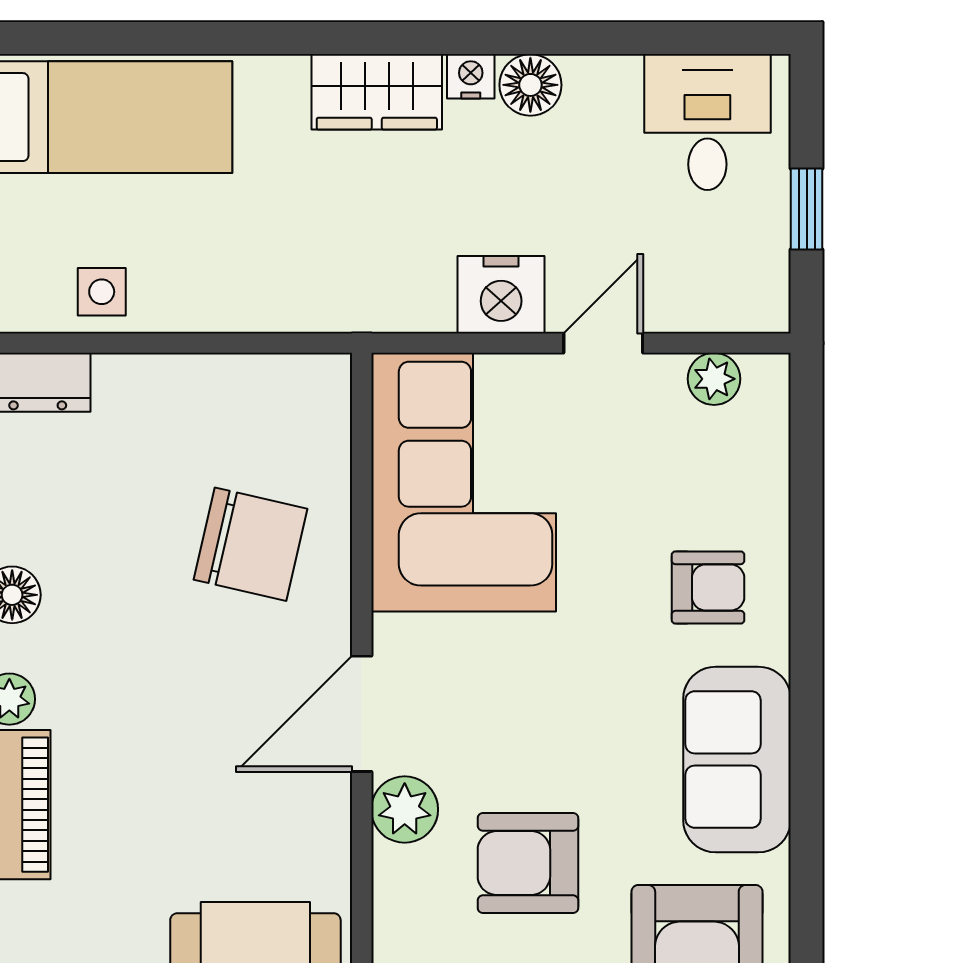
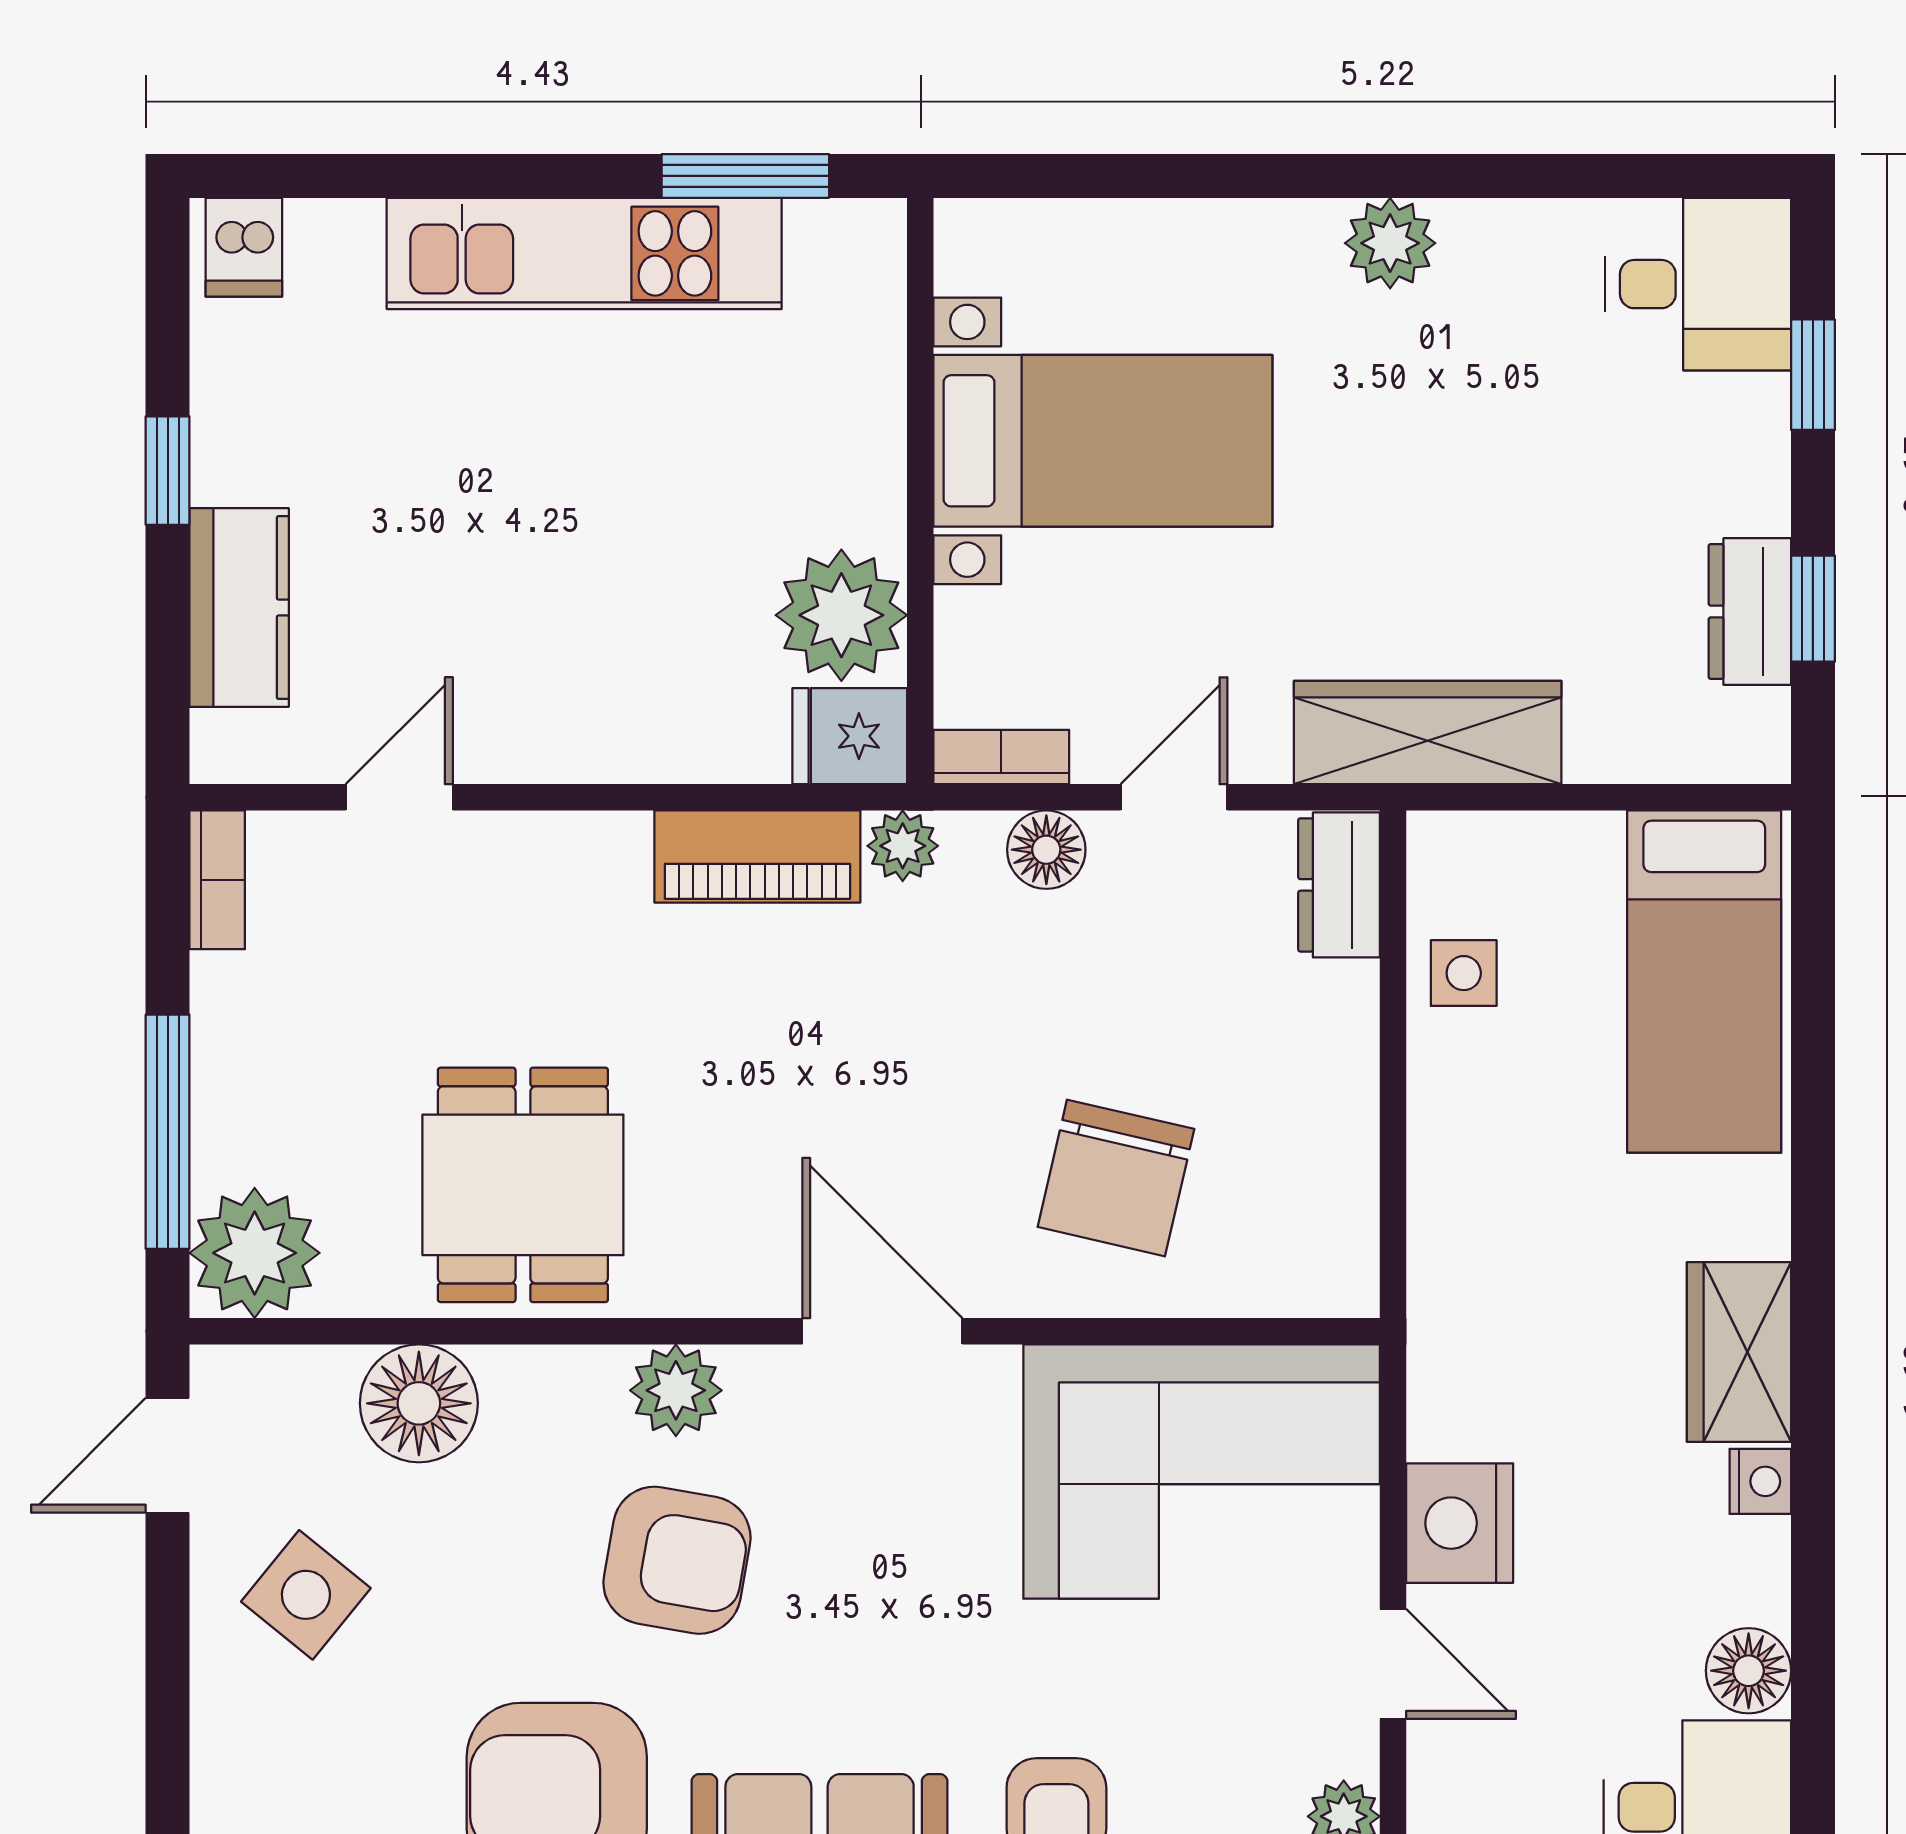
floor lamp: (530, 85) -> (1749, 1671), moved
plant: (405, 810) -> (676, 1390), moved
armchair: (528, 863) -> (677, 1560), turned 100

